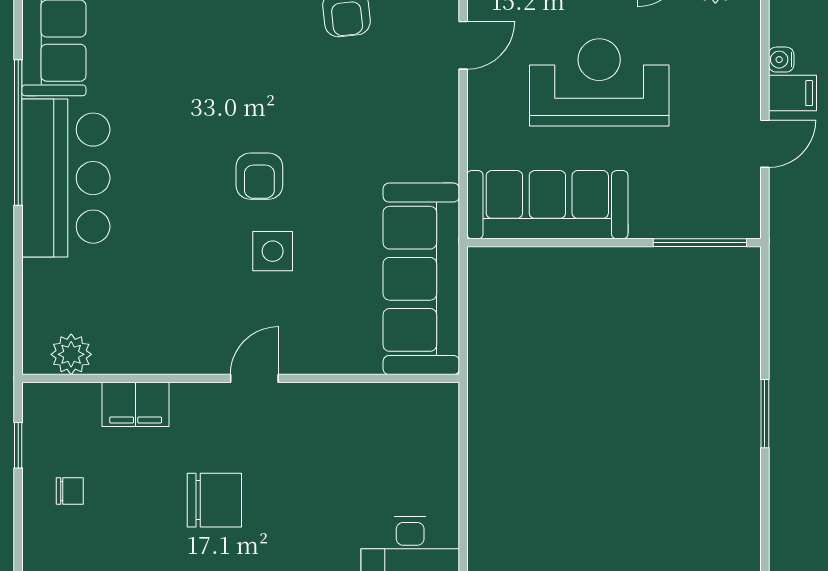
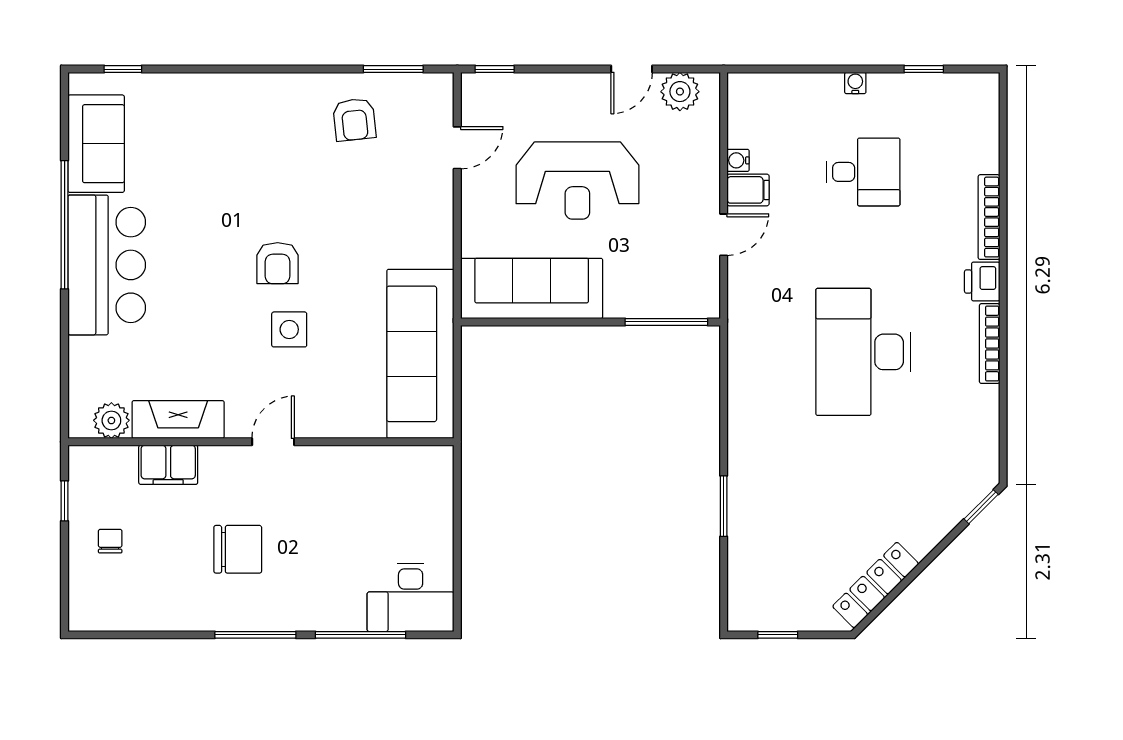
reception desk: (599, 82) -> (577, 181), turned 180
fireplace: (147, 353) -> (178, 420), added
window: (765, 414) -> (724, 506), moved
chair: (70, 491) -> (110, 541), turned -90

